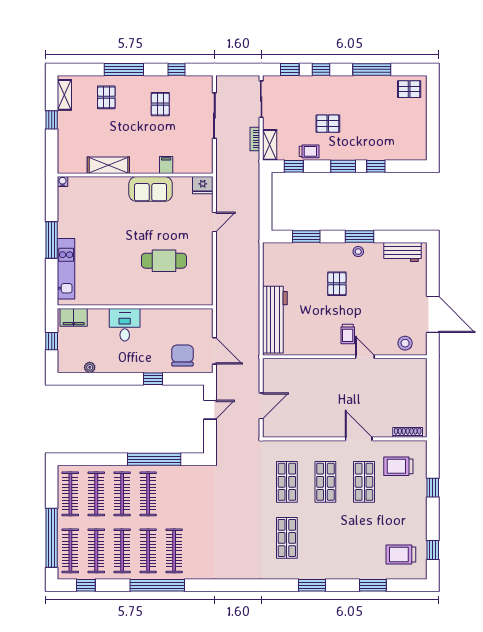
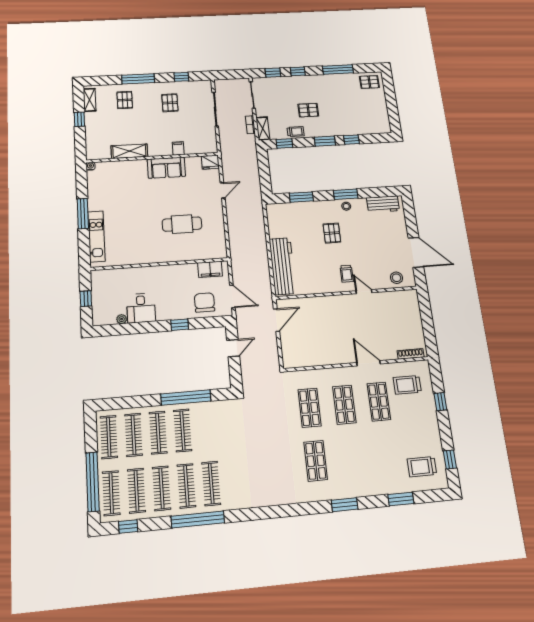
filing cabinet: (74, 317) -> (210, 269), moved
desk: (125, 325) -> (141, 308), moved, turned 180
door: (261, 406) -> (276, 320), moved

